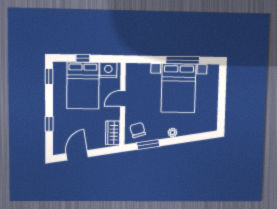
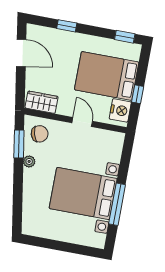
window: (83, 58) -> (138, 94), moved
plant: (172, 132) -> (29, 161), moved

